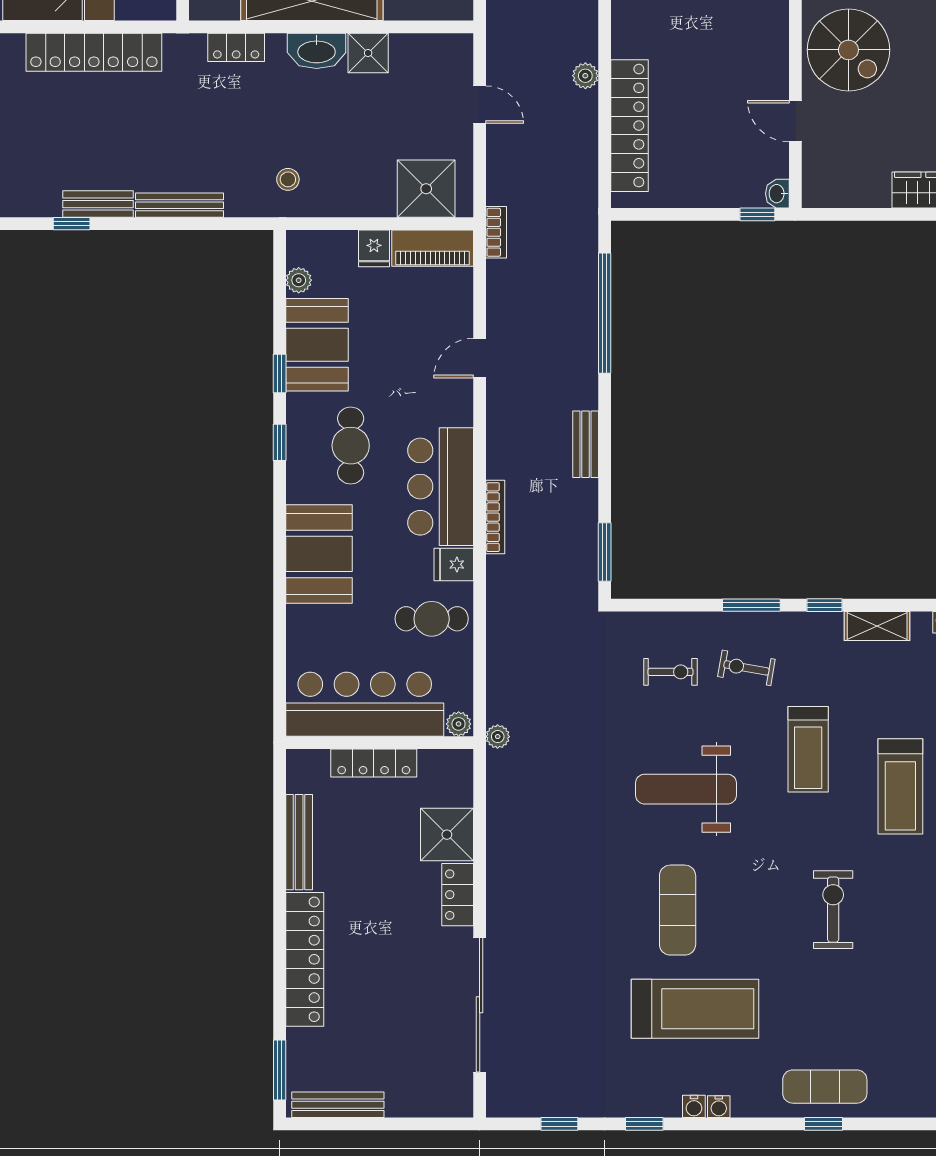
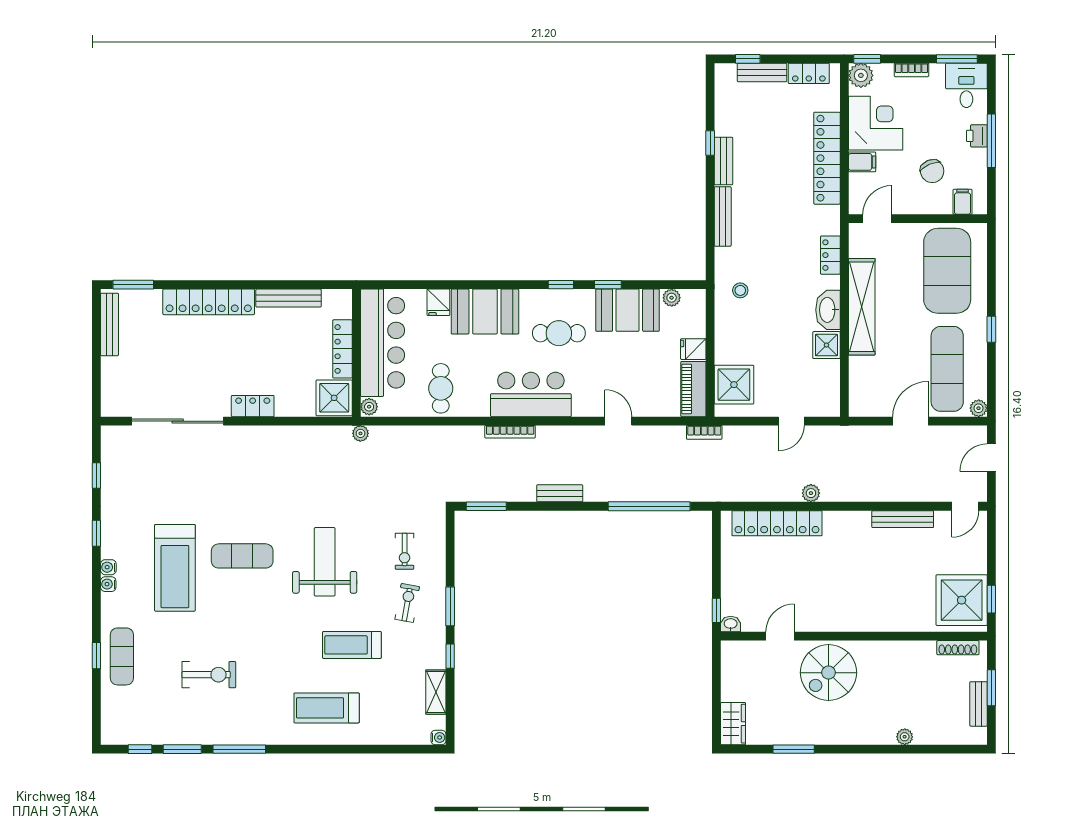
fridge: (454, 564) -> (438, 302), moved, turned 180
shower: (447, 835) -> (334, 398), moved
exercise bike: (833, 910) -> (209, 675), moved

